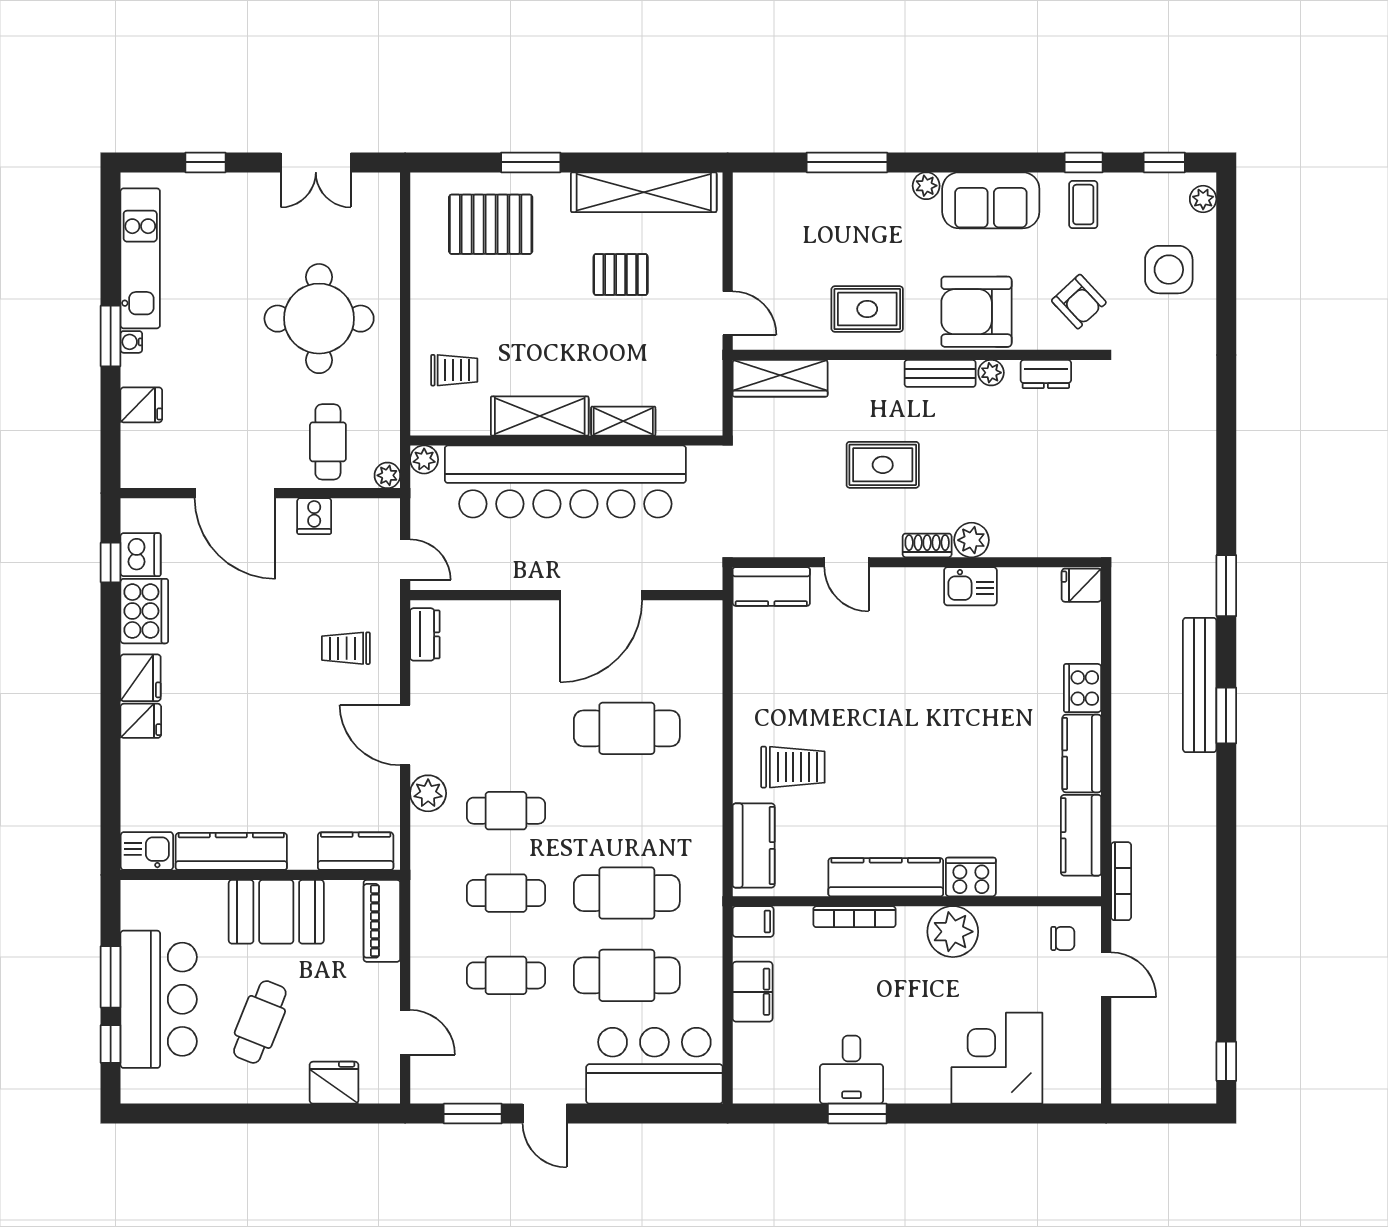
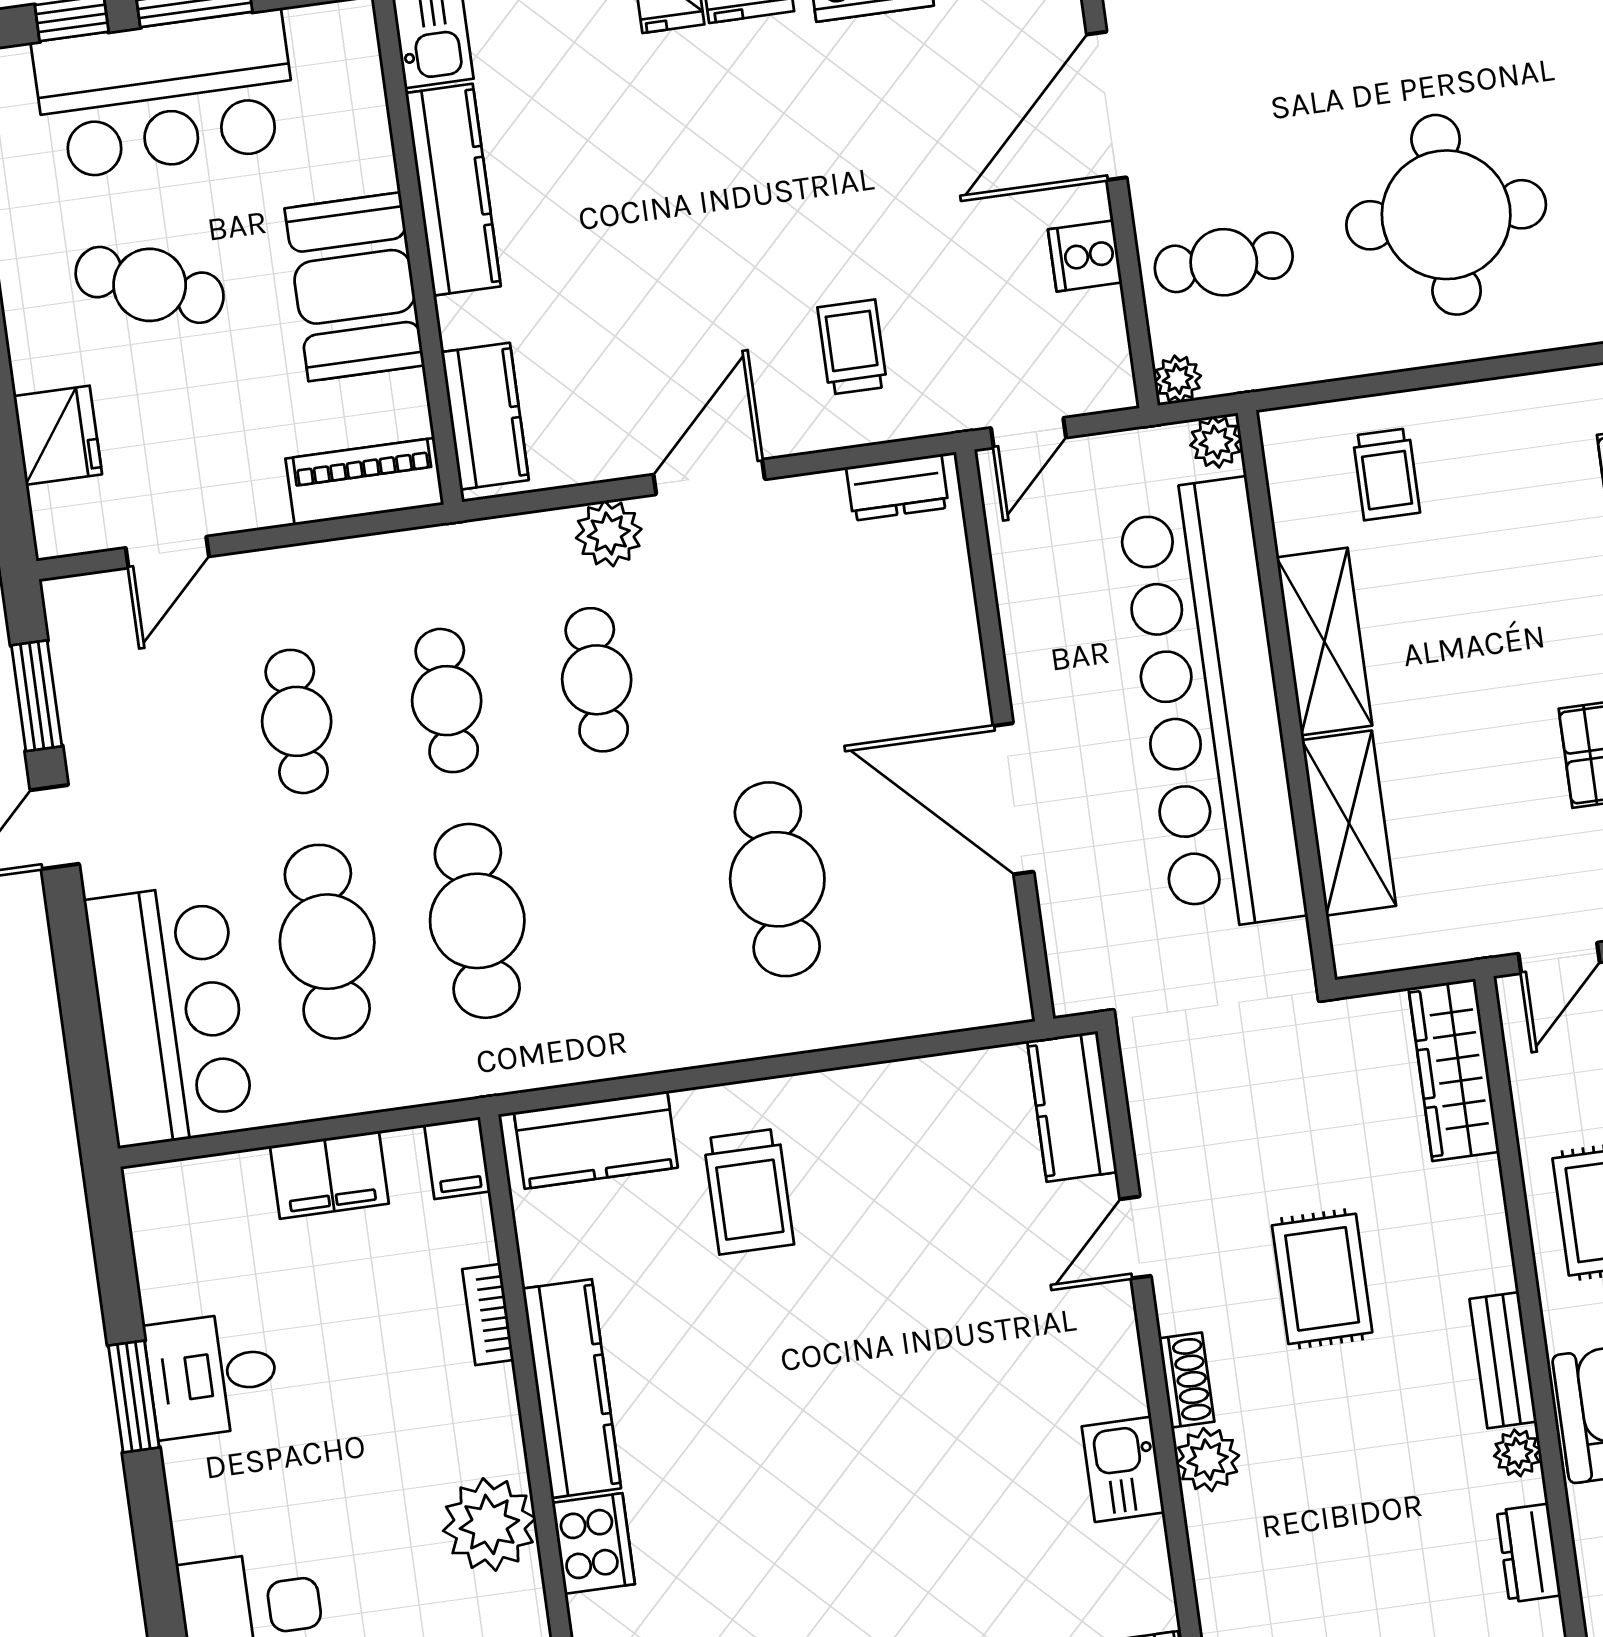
shelving: (623, 421) -> (1349, 823), width x1.50, depth x1.33
bookcase: (854, 917) -> (488, 1315), width x0.64

